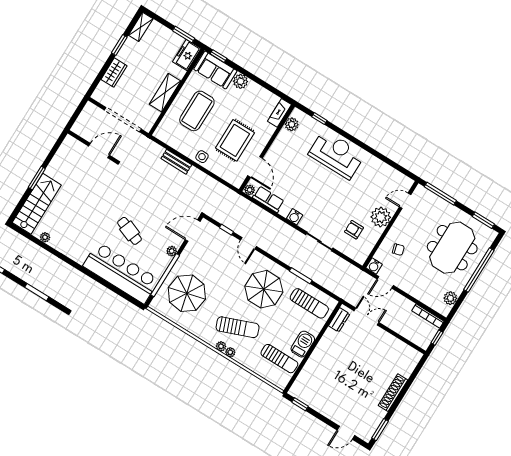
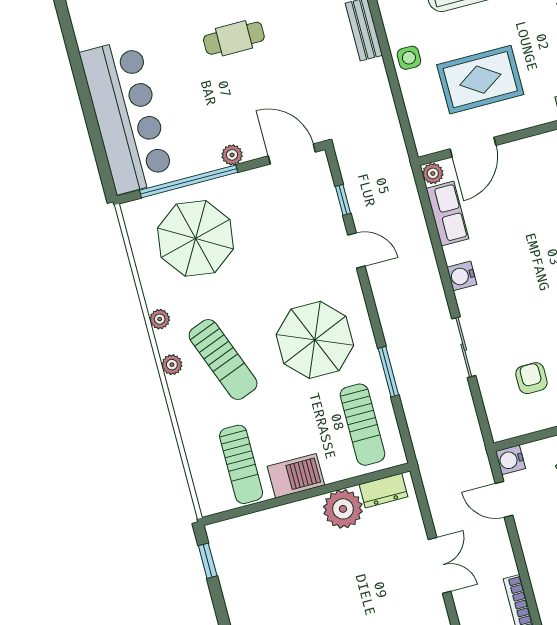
cafe table: (130, 231) -> (234, 38), moved, turned 69
door: (248, 243) -> (356, 251), swing flipped
double door: (367, 317) -> (440, 565), moved
plant: (331, 340) -> (343, 509), added
plant: (230, 352) -> (160, 319), moved

